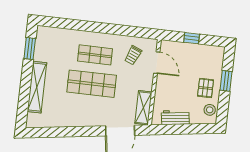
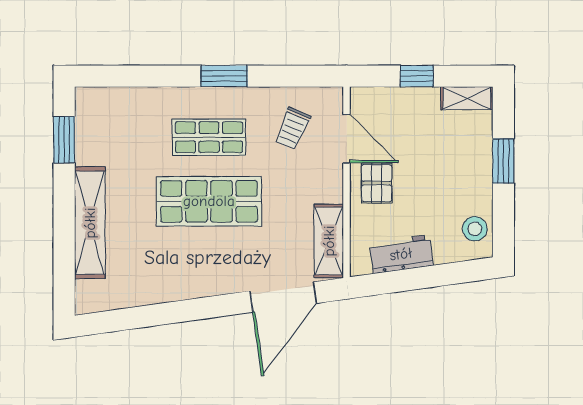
window: (105, 28) -> (224, 76), added
shelving: (213, 51) -> (467, 98), added
pallet: (206, 88) -> (377, 183), moved

